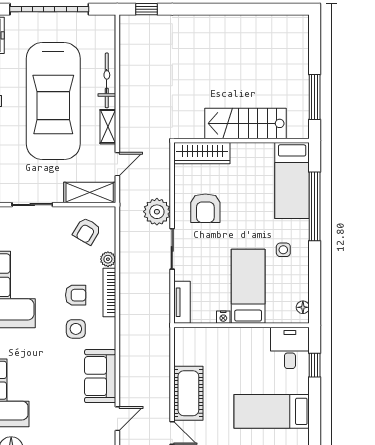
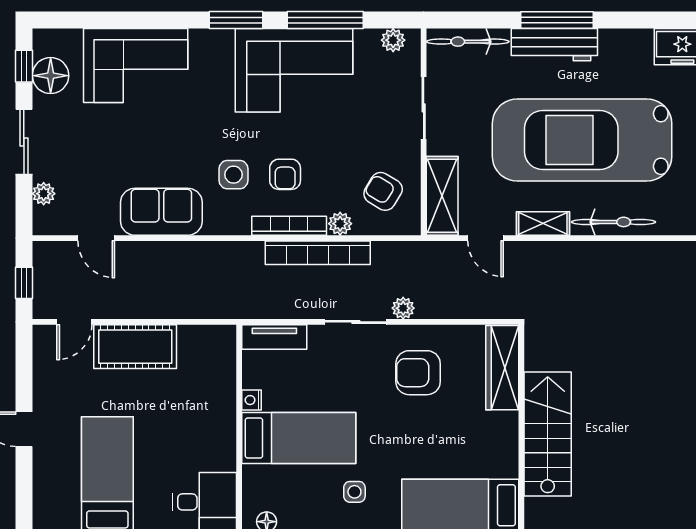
plant: (157, 212) -> (403, 308), width x0.53, depth x0.53
bookcase: (127, 274) -> (318, 253), added

